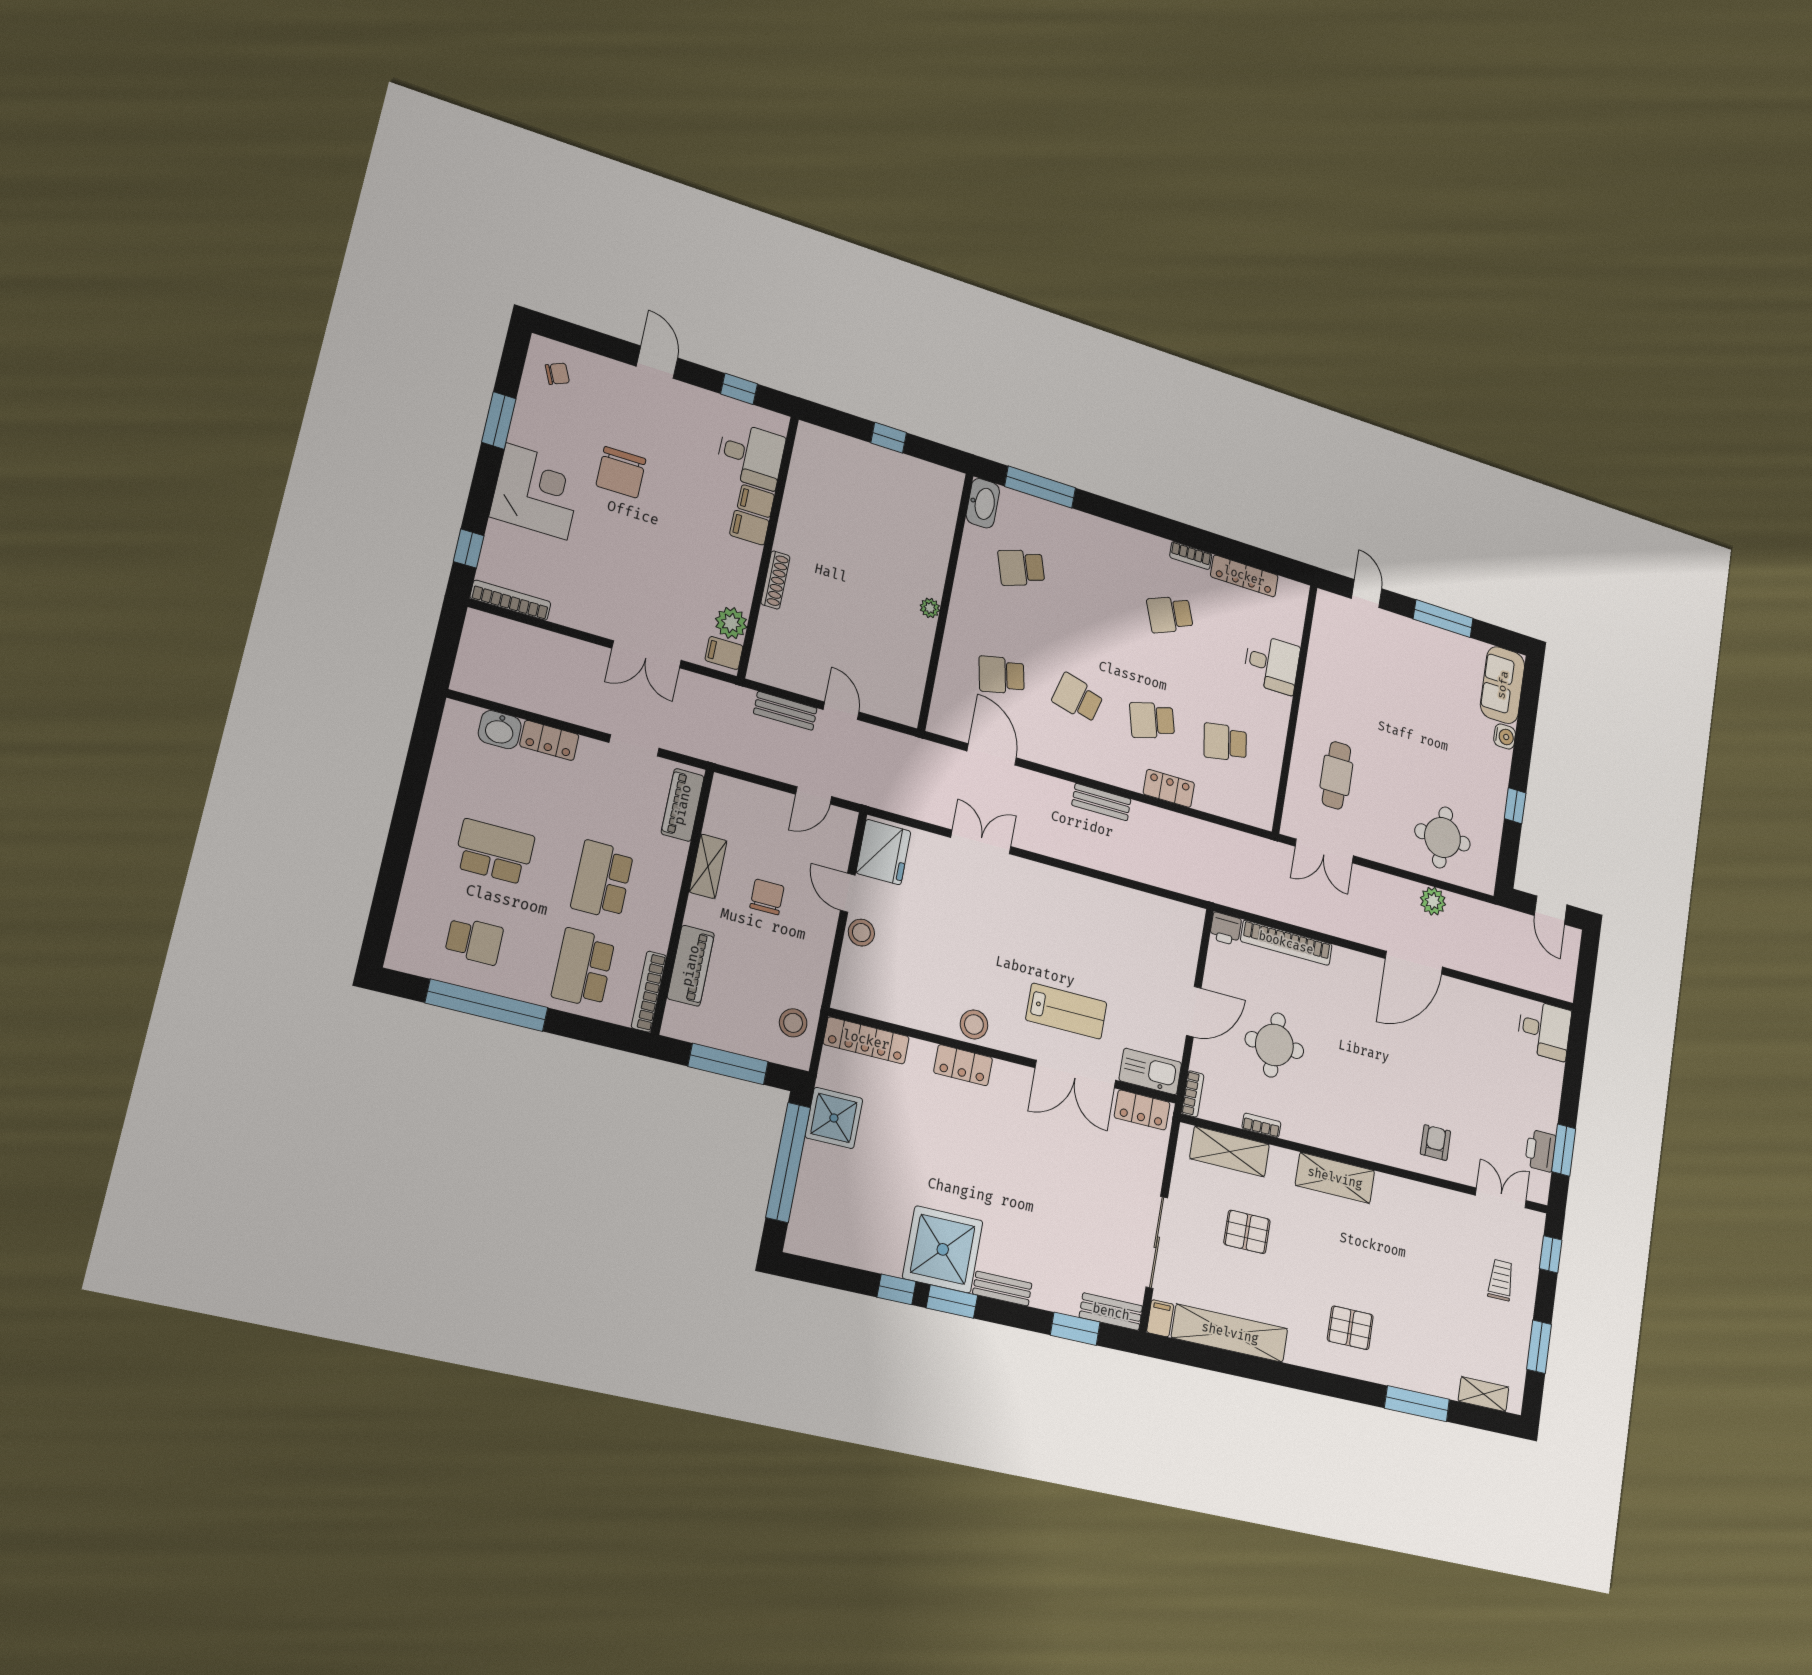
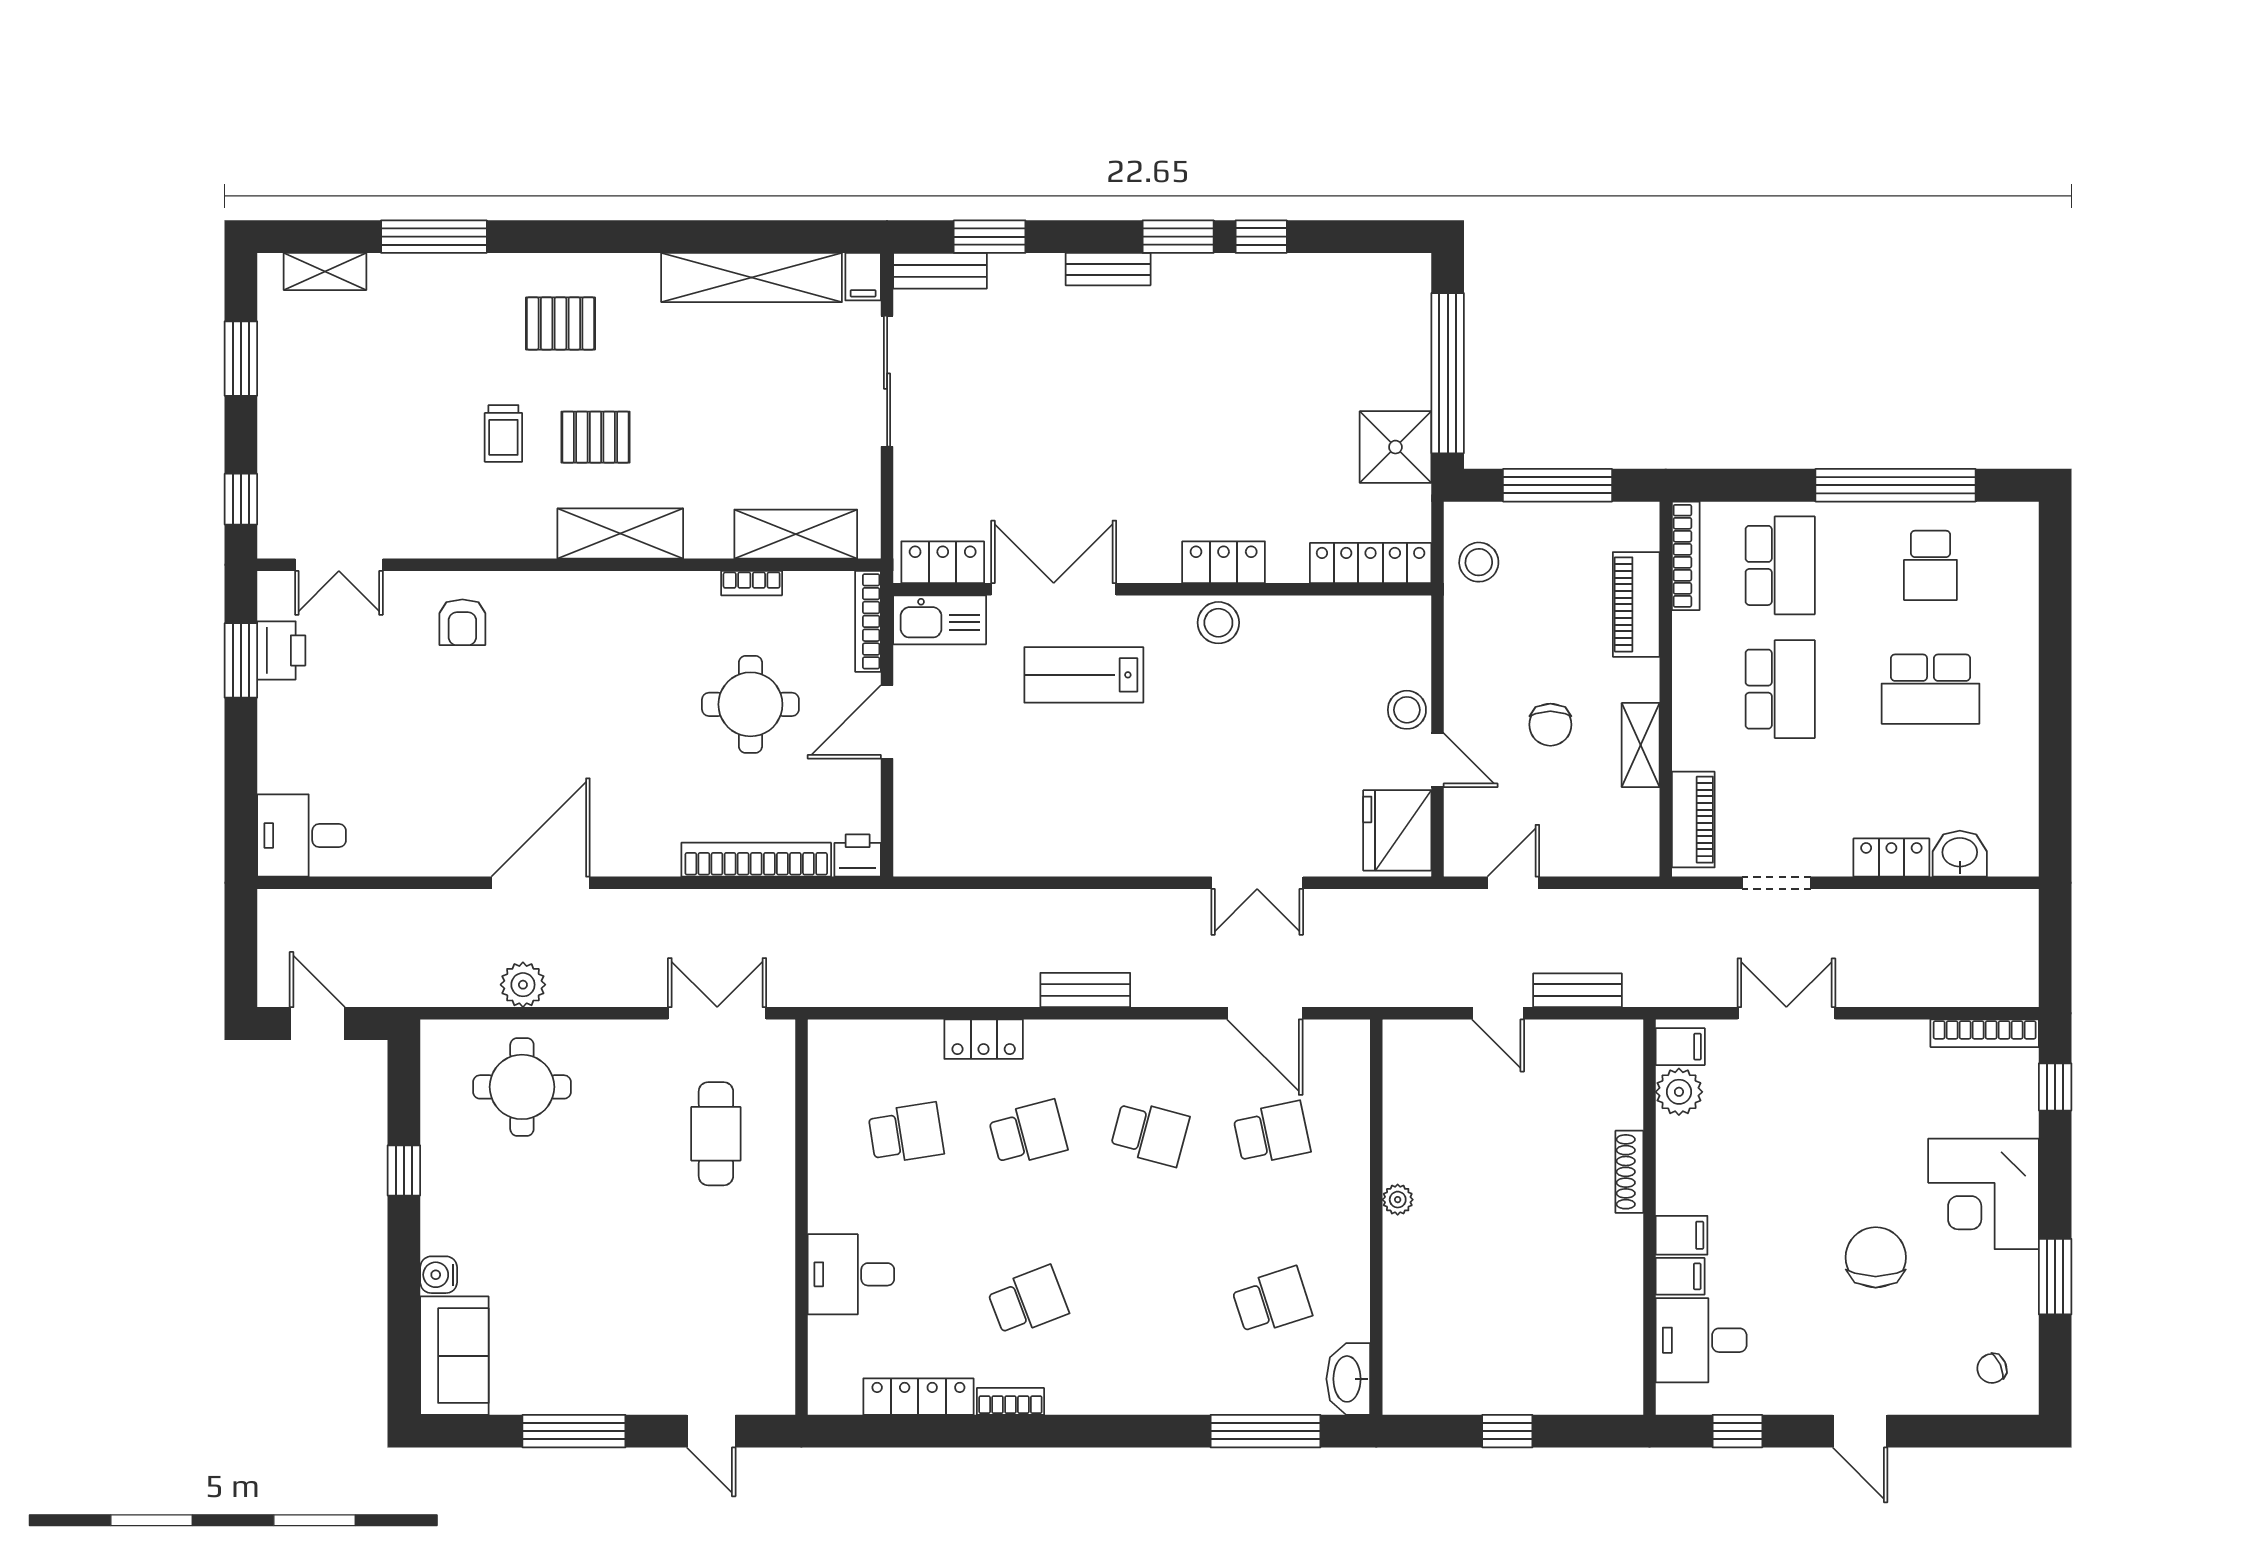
school desk: (474, 941) -> (1930, 565), turned -90
bookcase: (1193, 1094) -> (868, 621), width x1.56
pallet: (1247, 1232) -> (596, 437), moved
shower: (943, 1249) -> (1205, 304), removed
trolley: (1501, 1280) -> (503, 433), moved

